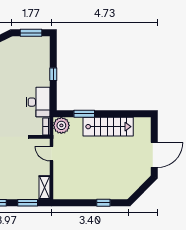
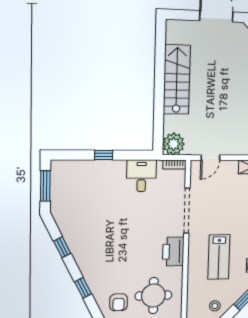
desk: (38, 102) -> (141, 176), width x0.73
window: (84, 114) -> (159, 112), removed

